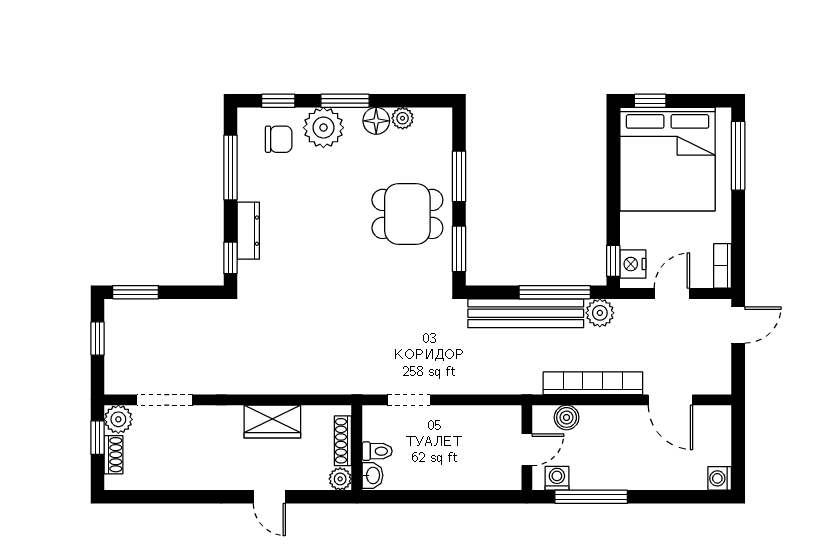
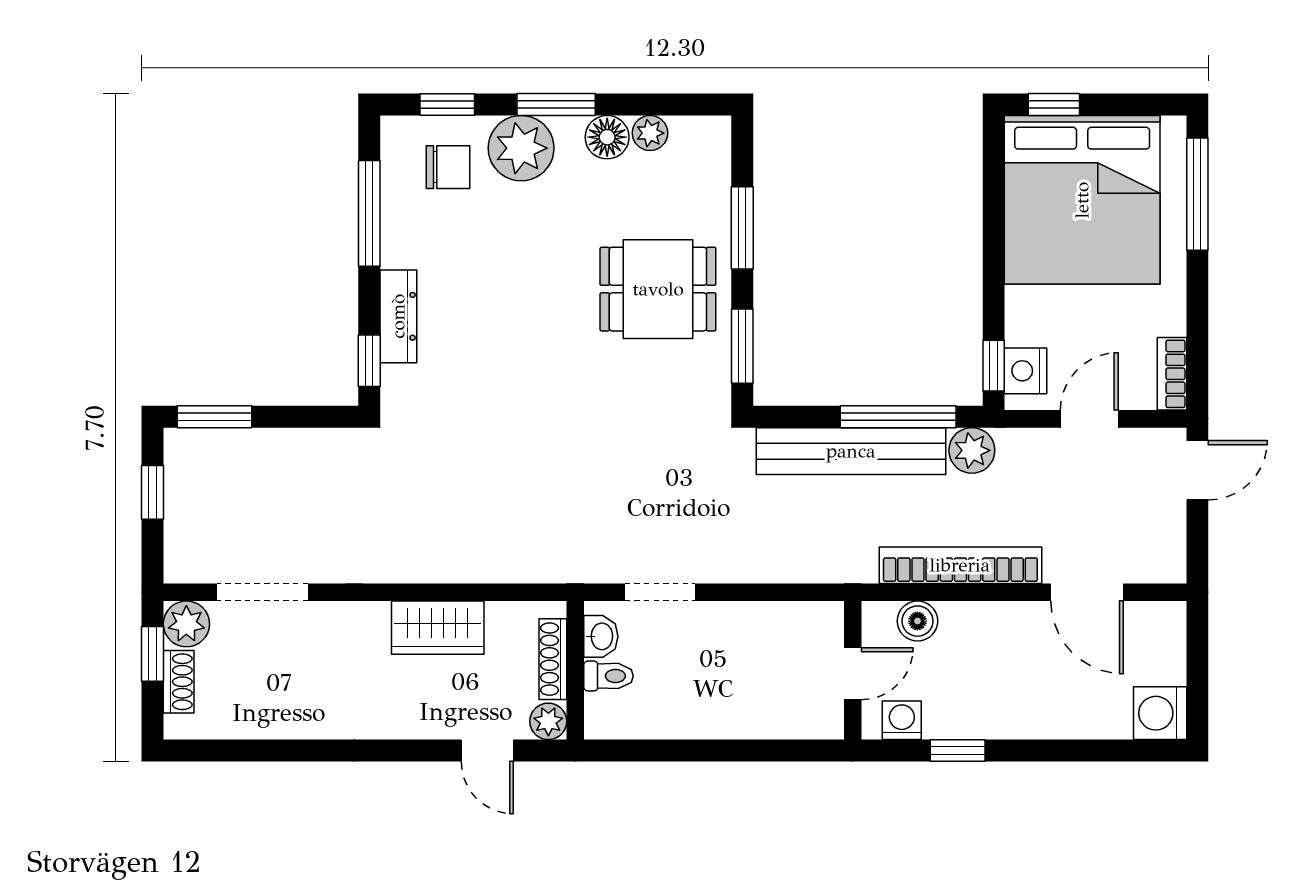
washbasin: (372, 475) -> (601, 636), moved
washing machine: (720, 478) -> (1160, 713), width x1.38, depth x1.38
door: (269, 497) -> (487, 750), moved
window: (591, 497) -> (958, 750), width x0.46

